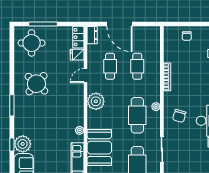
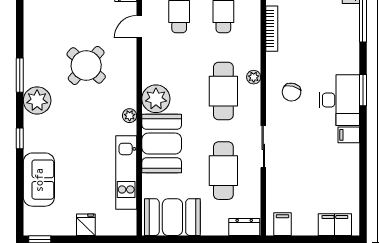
round table: (36, 84) -> (86, 65), moved
plant: (96, 101) -> (156, 99), moved
plant: (23, 144) -> (37, 100), moved

